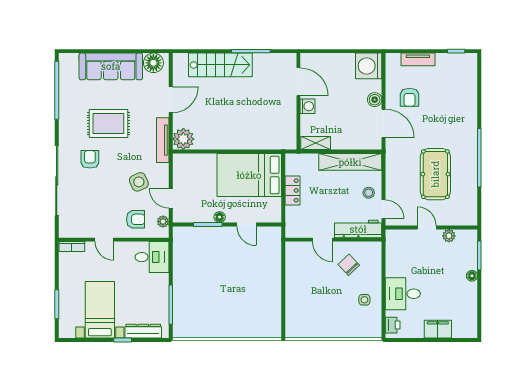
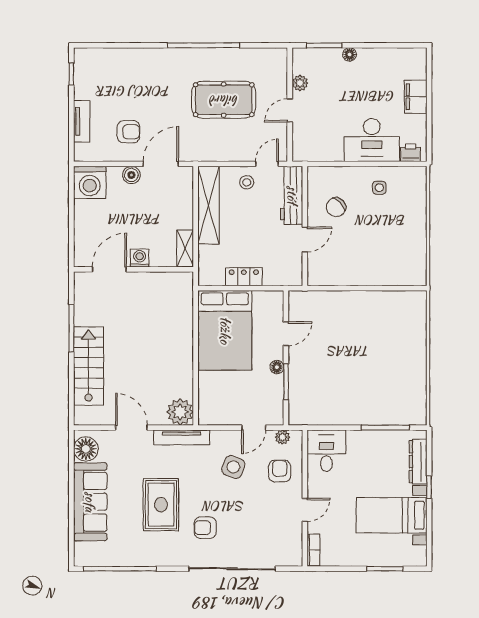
side table: (139, 182) -> (233, 467), turned 45
desk: (403, 294) -> (372, 140), width x1.37

